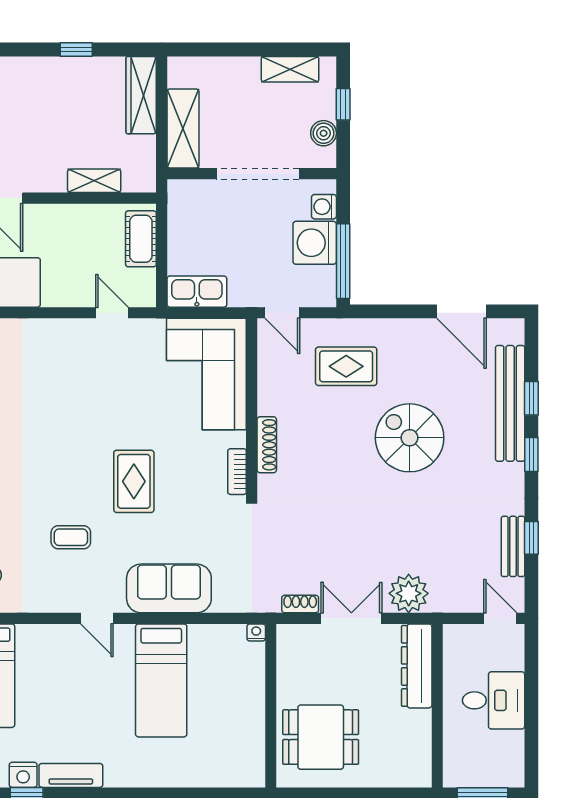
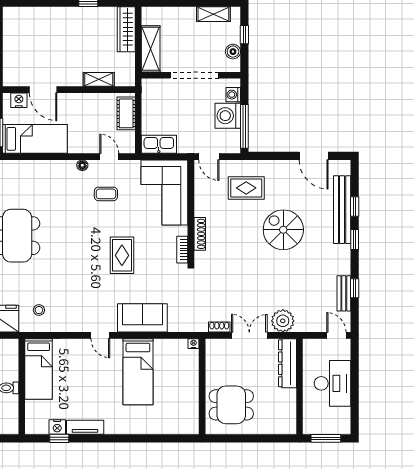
floor lamp: (66, 328) -> (82, 165), added
coffee table: (71, 537) -> (106, 194), moved
desk: (494, 700) -> (332, 383), width x1.37

